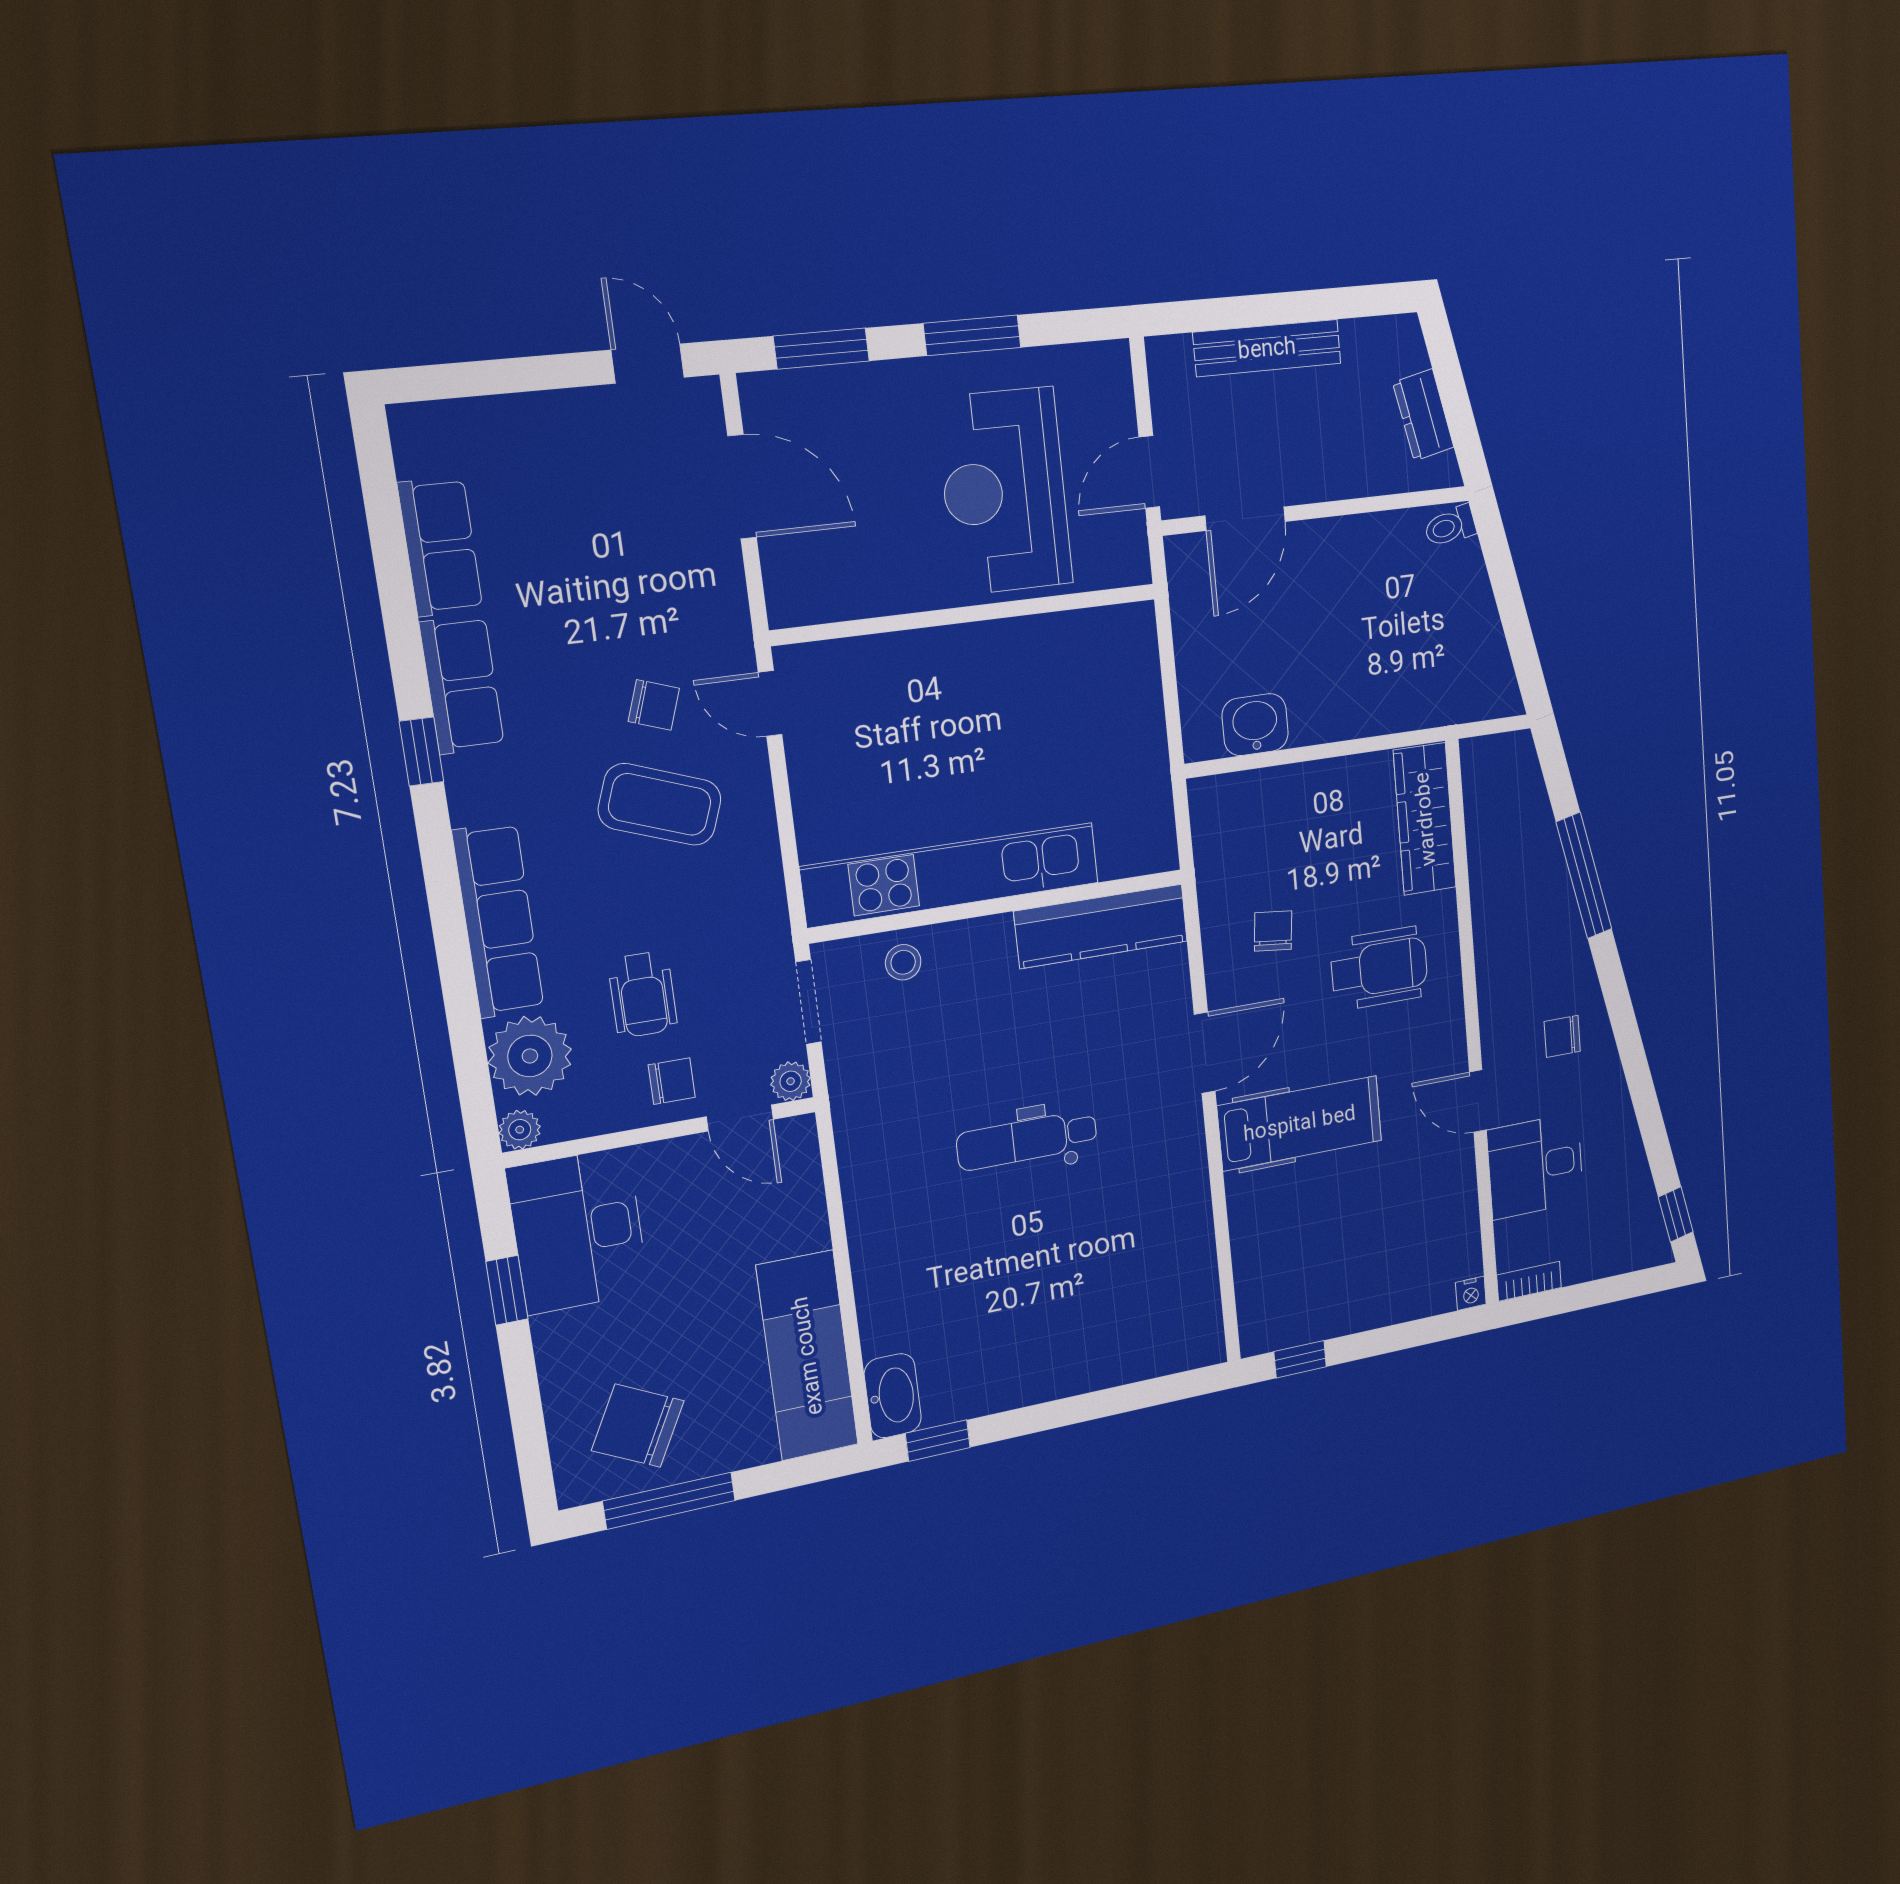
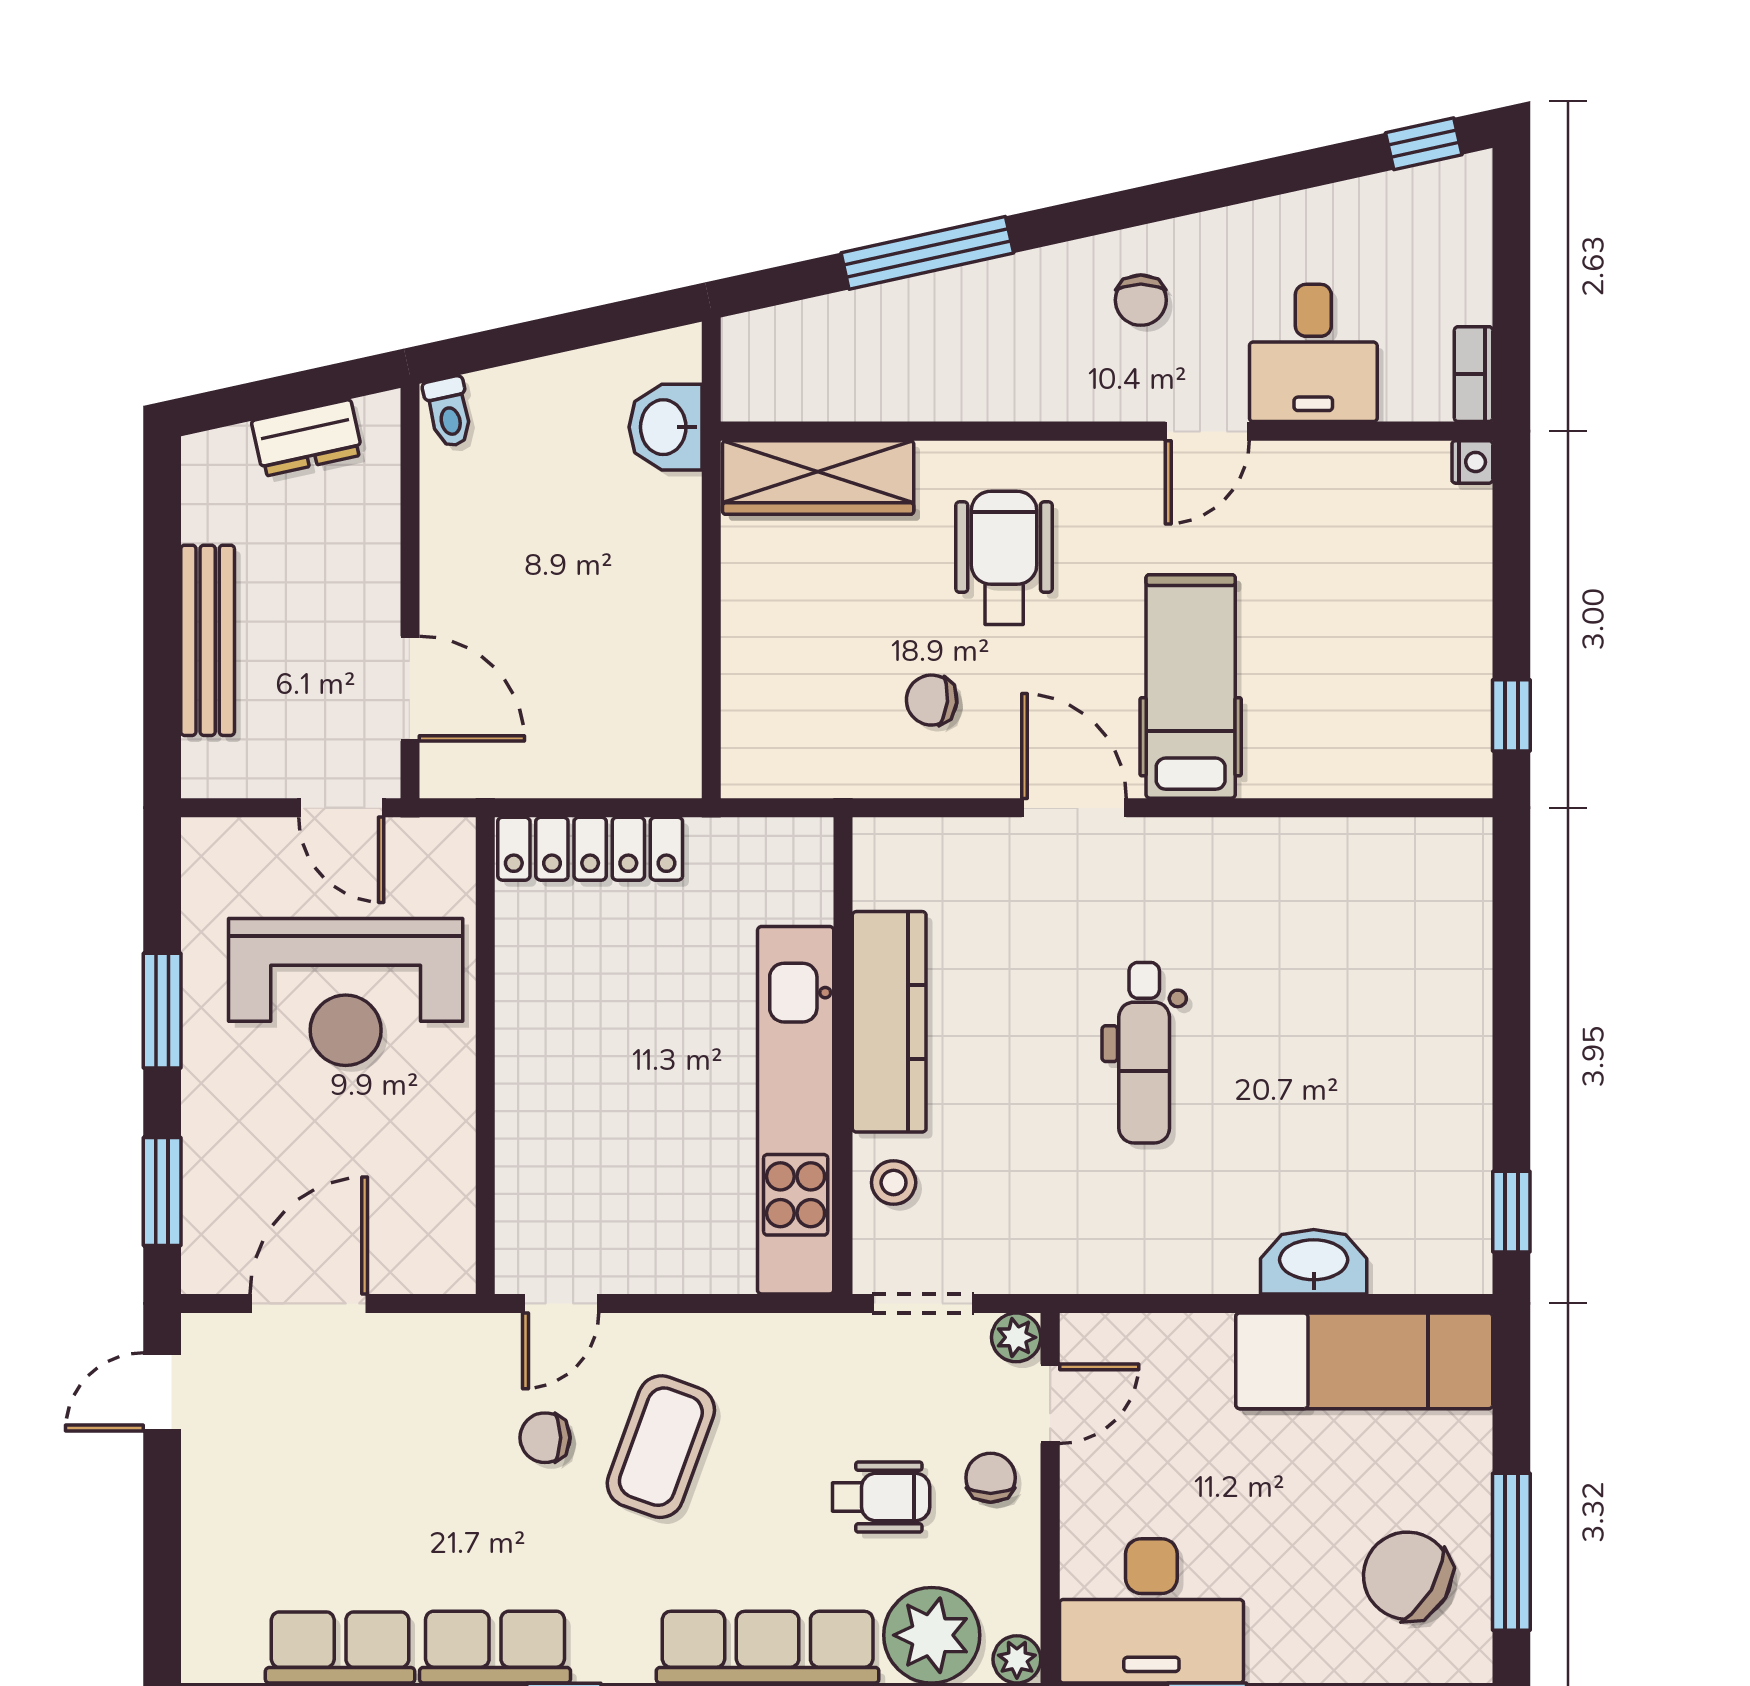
locker: (1137, 680) -> (590, 849), added
chair: (654, 705) -> (545, 1438), turned -109
washbasin: (1255, 725) -> (665, 427), moved
kitchen counter: (1101, 926) -> (889, 1022), moved
washbasin: (893, 1396) -> (1314, 1262), moved
chair: (638, 1426) -> (1407, 1576), turned 93

